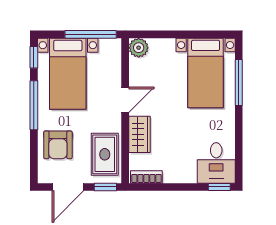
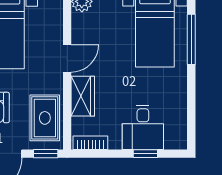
desk: (216, 163) -> (143, 127), moved
window: (219, 187) -> (145, 154), moved

